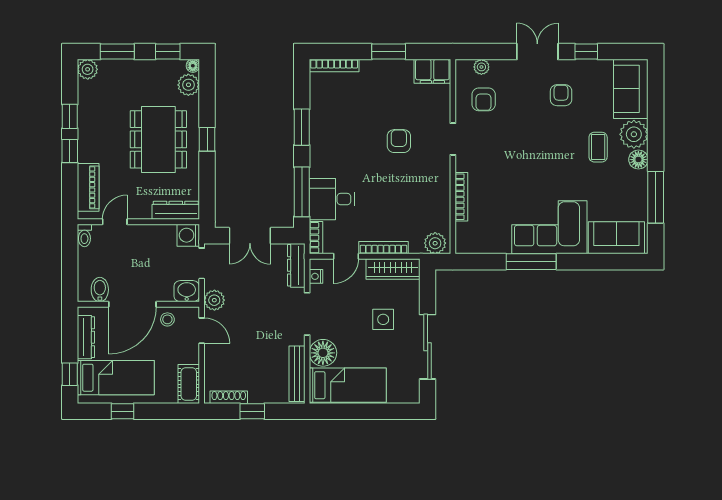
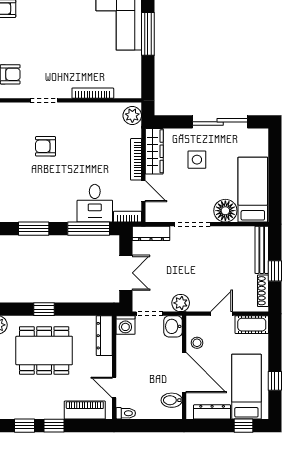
nightstand: (316, 276) -> (160, 217), removed
door: (202, 331) -> (221, 314), moved
bench: (297, 374) -> (262, 250), moved, turned 90

